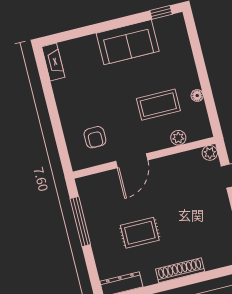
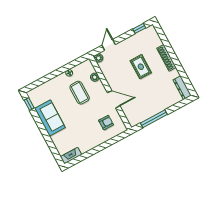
rug: (140, 233) -> (141, 67), moved

